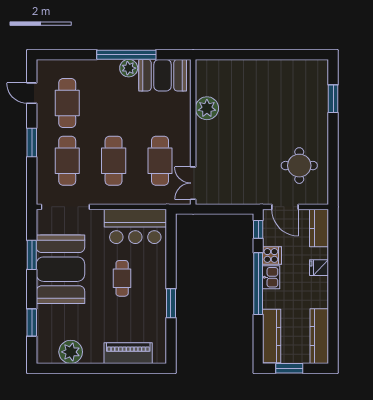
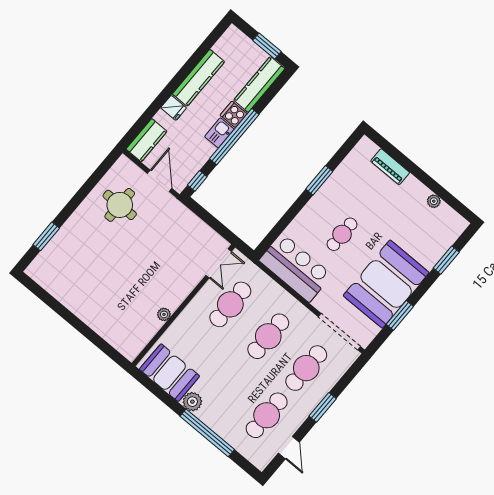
window: (126, 55) -> (207, 433), moved
plant: (207, 108) -> (164, 314), width x0.53, depth x0.53
cooker: (272, 255) -> (234, 114), moved
kitchen counter: (319, 336) -> (198, 78), moved
plant: (71, 352) -> (434, 201), width x0.53, depth x0.53
piano: (128, 353) -> (390, 167), width x0.73, depth x0.75

